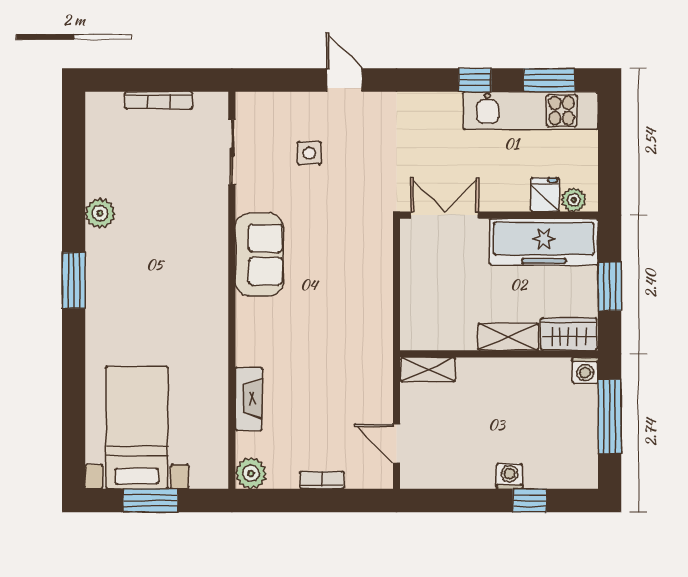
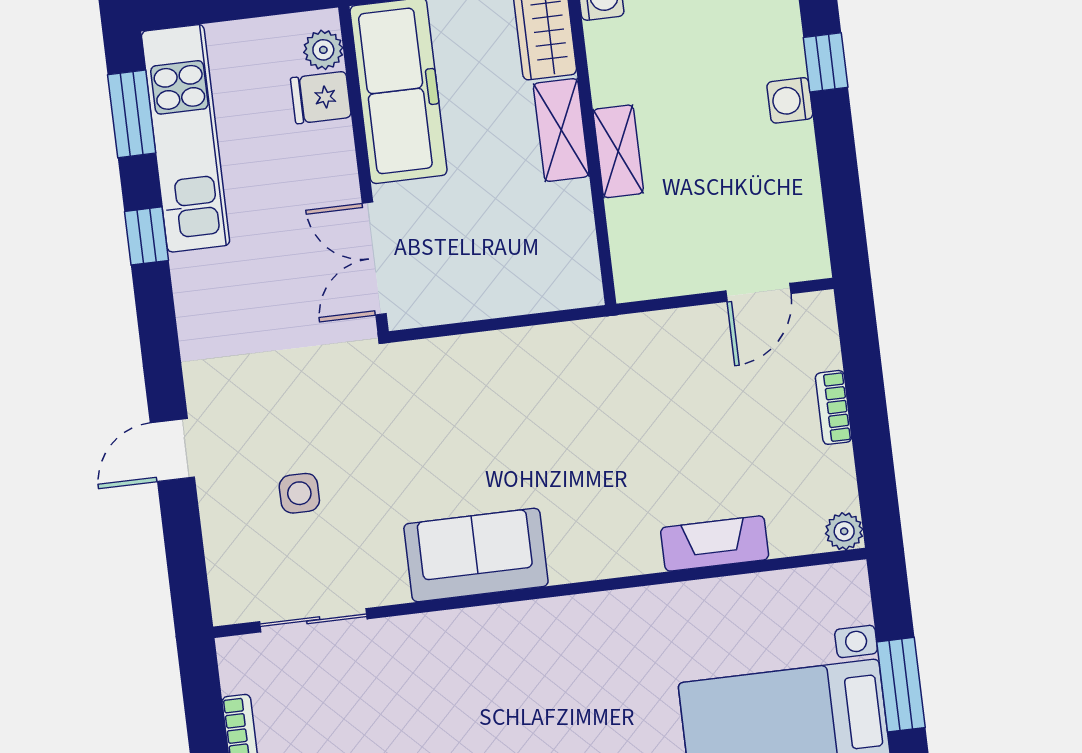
shelving: (428, 369) -> (618, 151), moved
plant: (251, 473) -> (844, 531), width x0.73, depth x0.73

